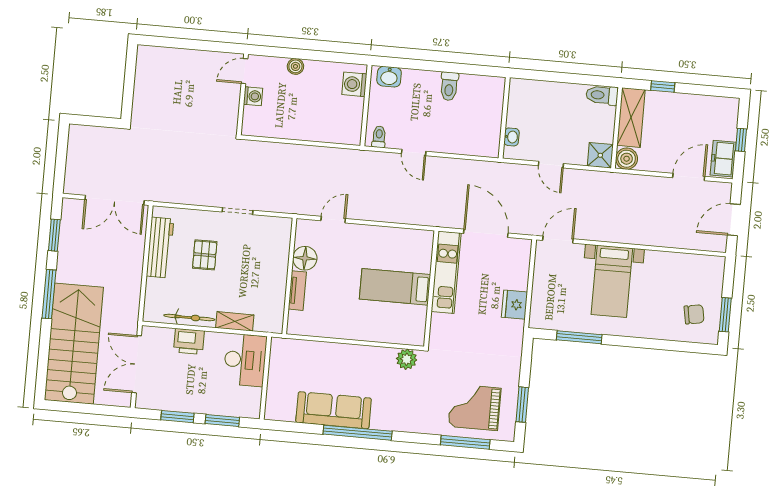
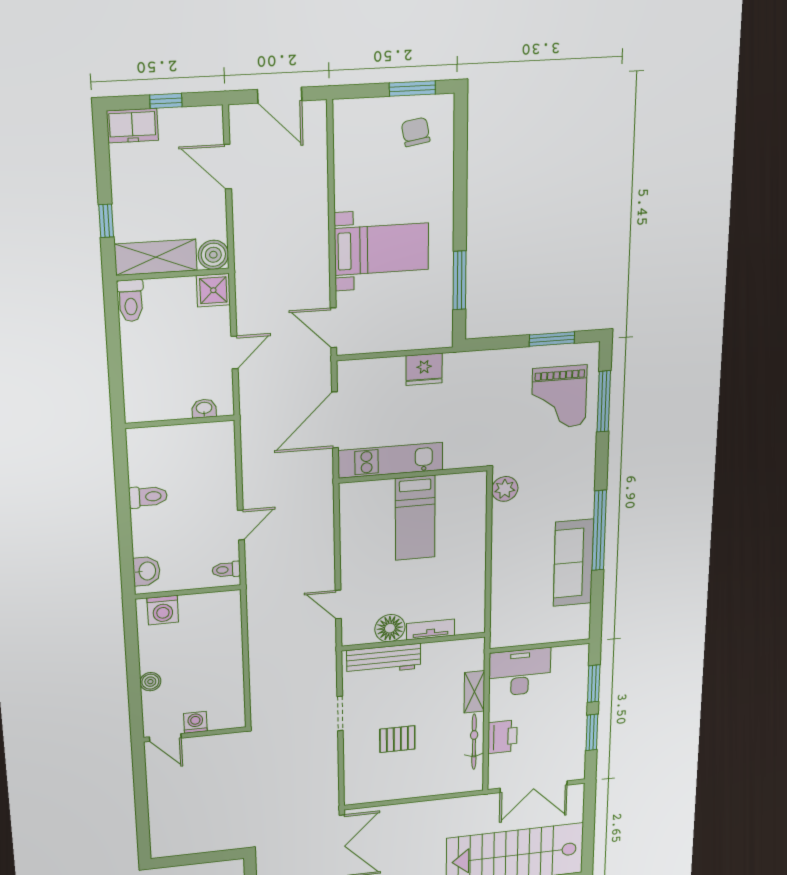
freezer: (723, 159) -> (132, 126), moved
workbench: (160, 248) -> (384, 659), moved, turned 180

